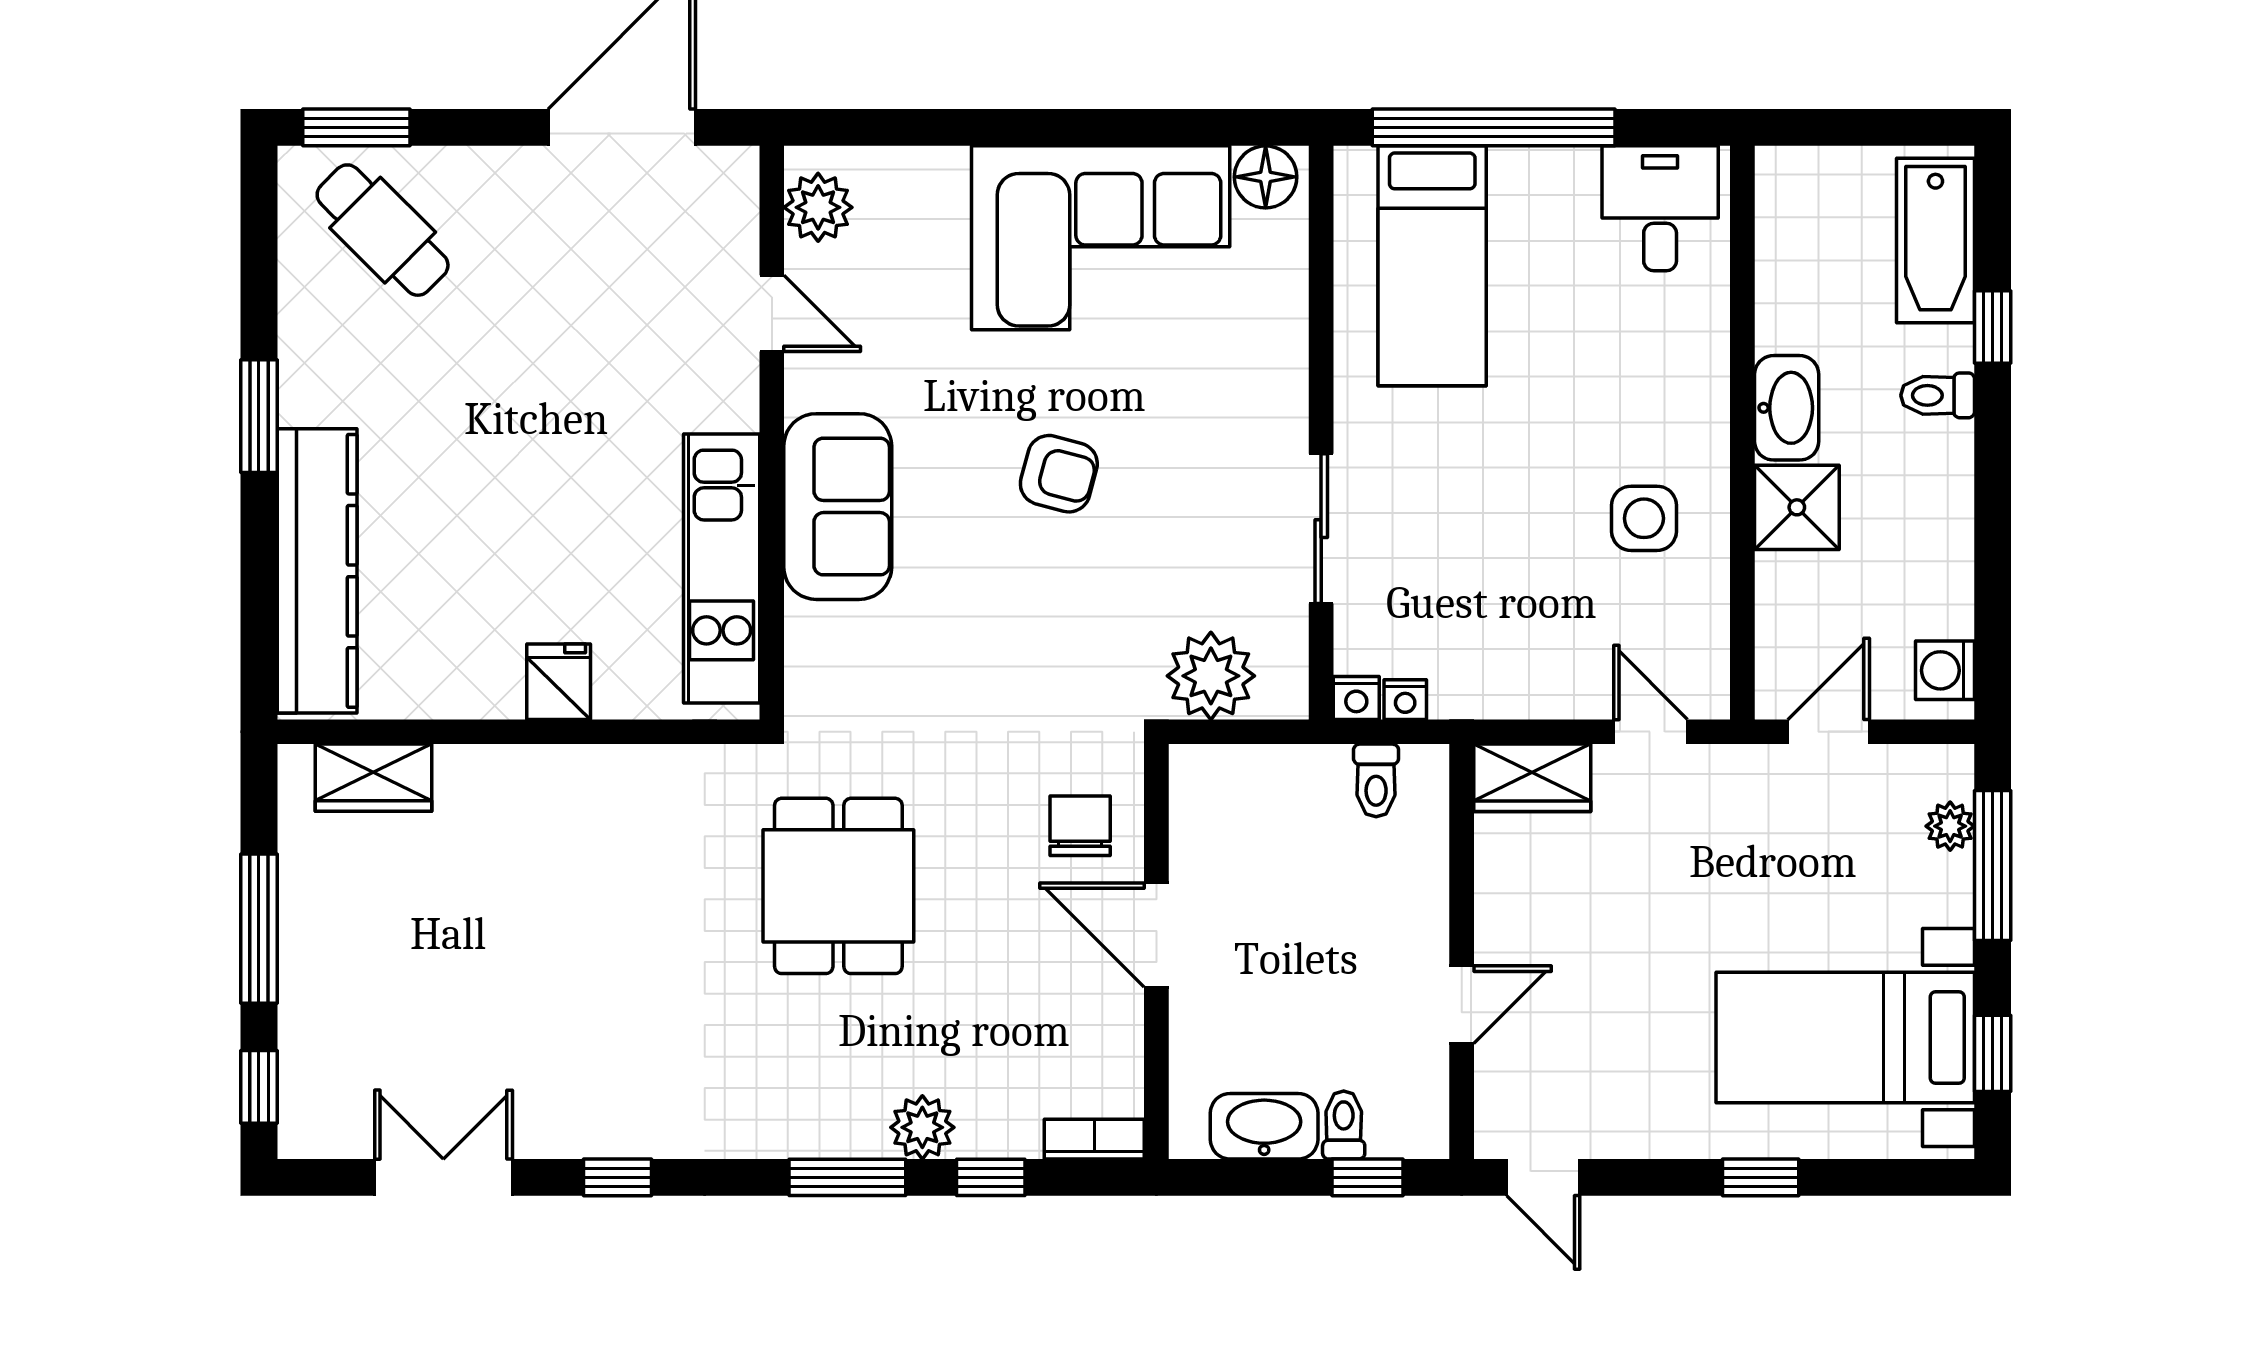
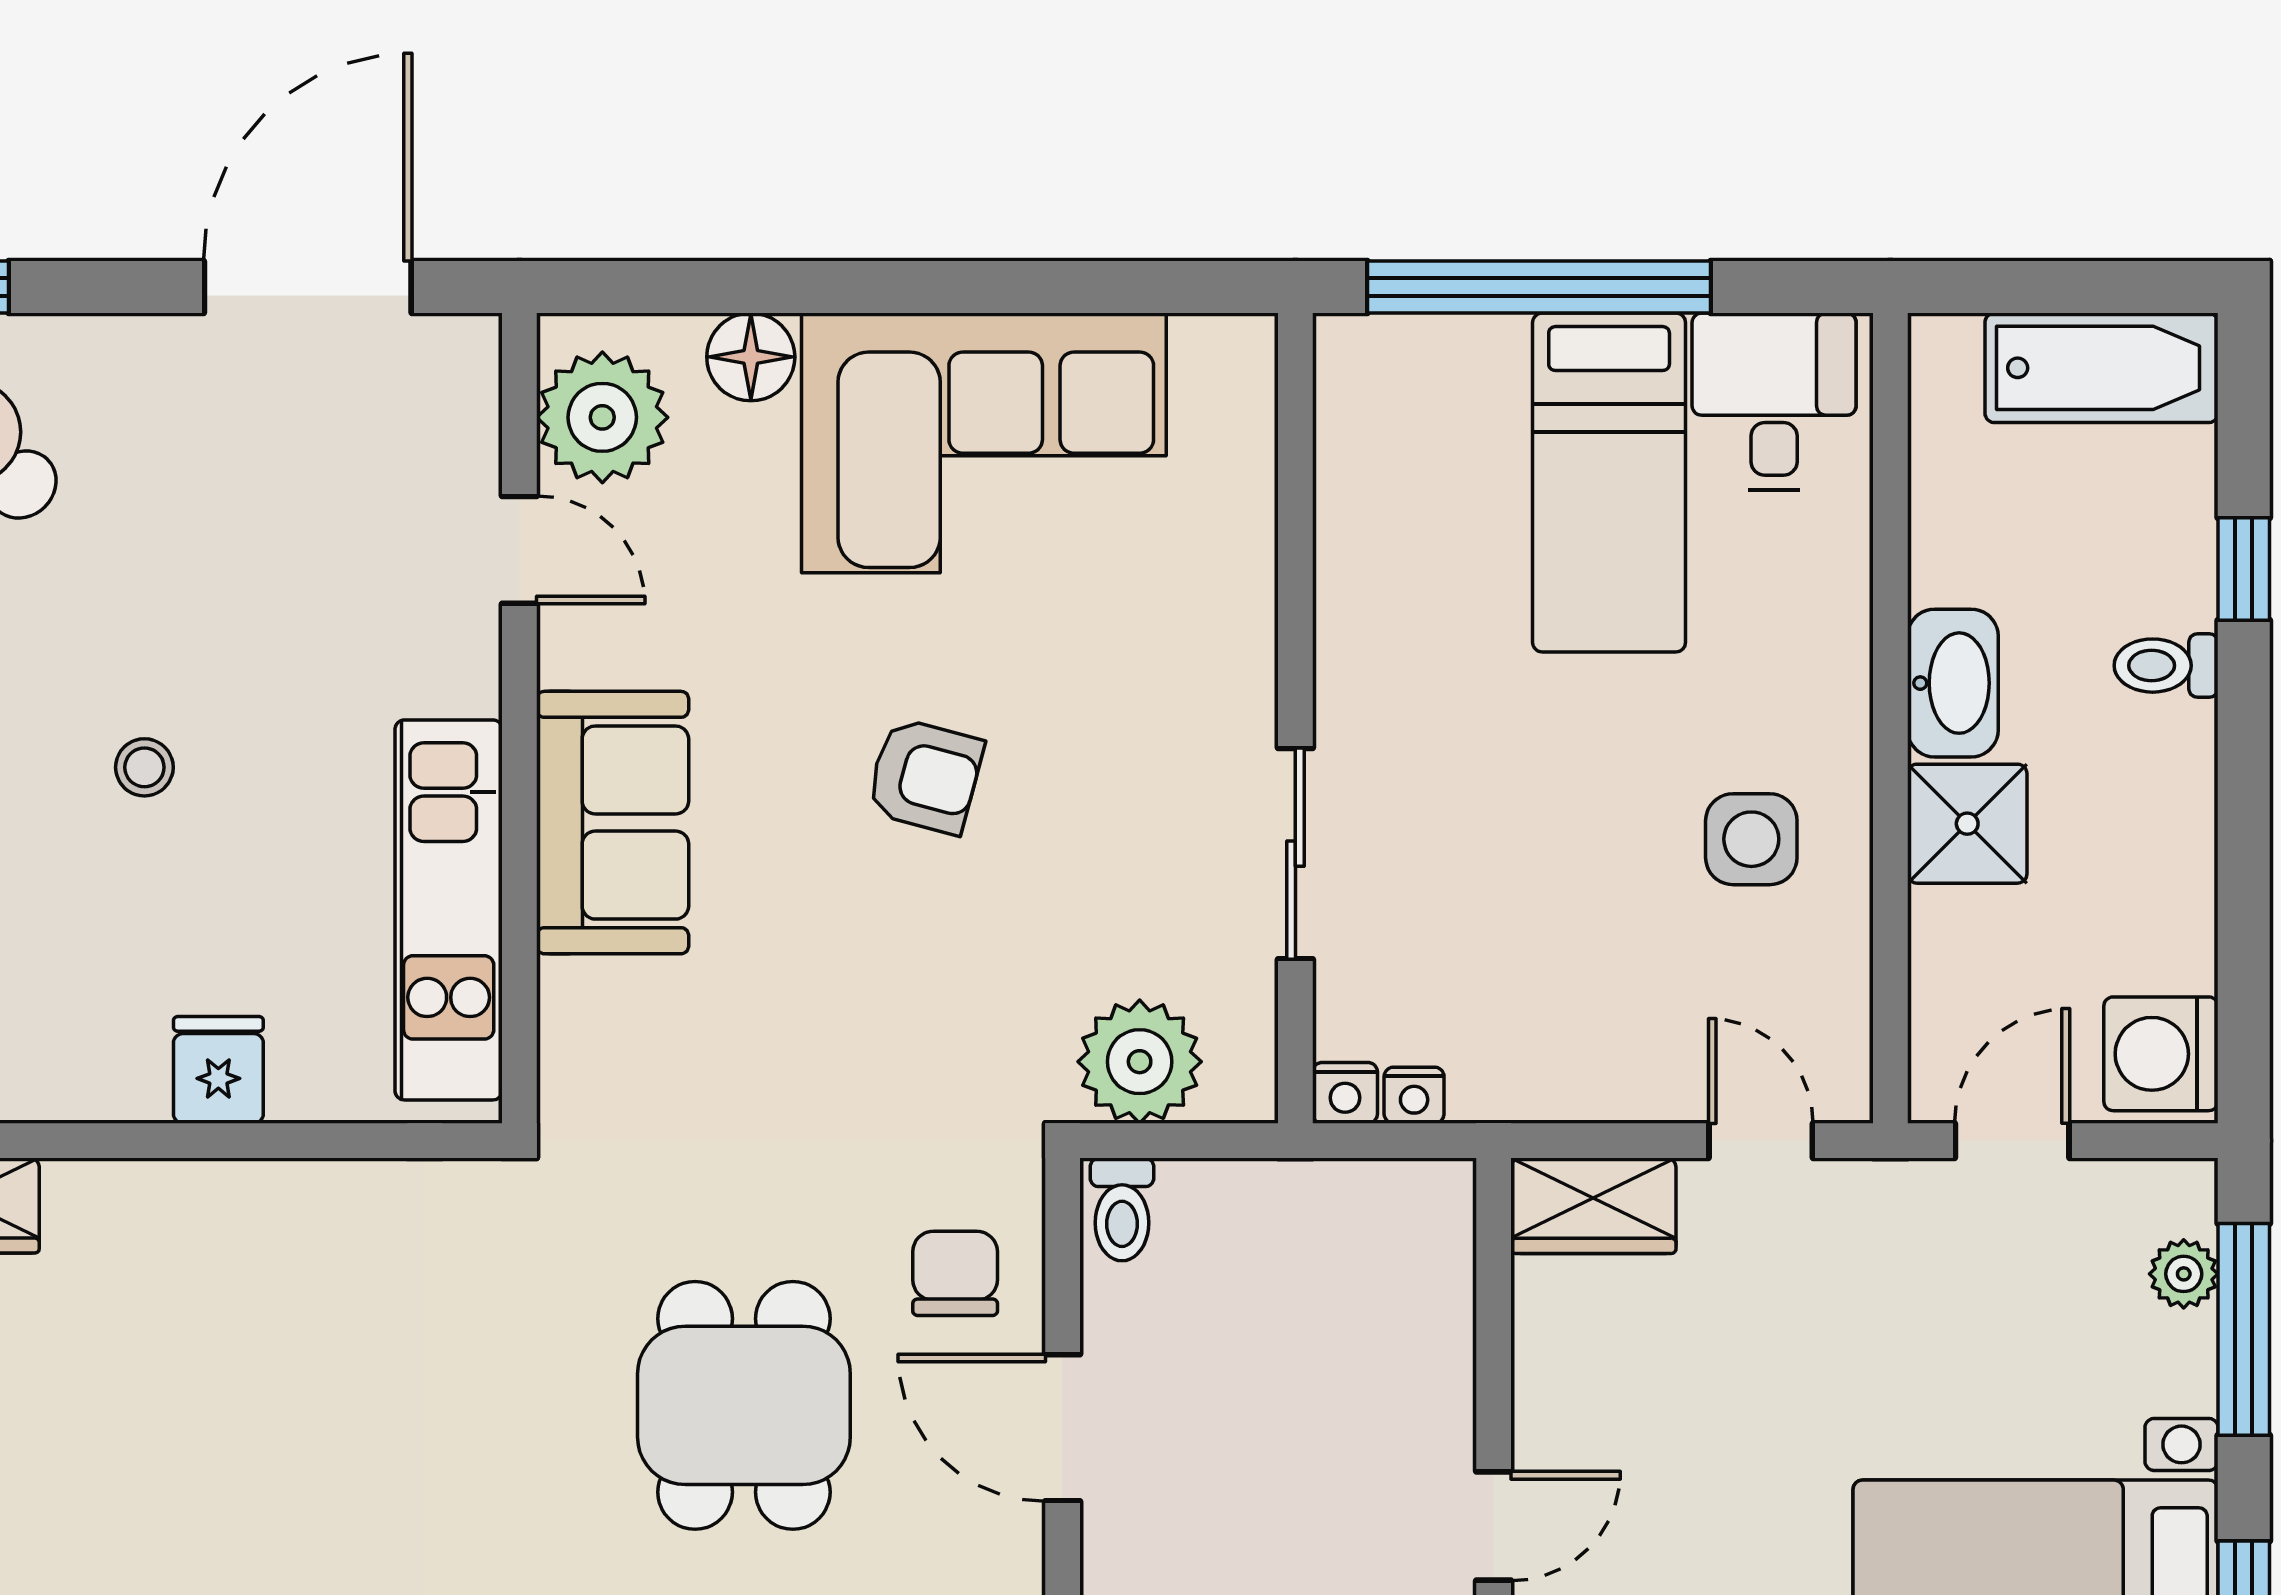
floor lamp: (1266, 177) -> (751, 357), moved
plant: (818, 207) -> (602, 417), width x1.36, depth x1.36
bathtub: (1935, 241) -> (2102, 368), moved, turned -90
bed: (1432, 266) -> (1609, 482), moved
stool: (506, 467) -> (144, 767), added
washing machine: (1945, 670) -> (2161, 1054), width x1.38, depth x1.38
toilet: (1376, 780) -> (1122, 1209), moved
dining table: (838, 886) -> (744, 1405), moved

